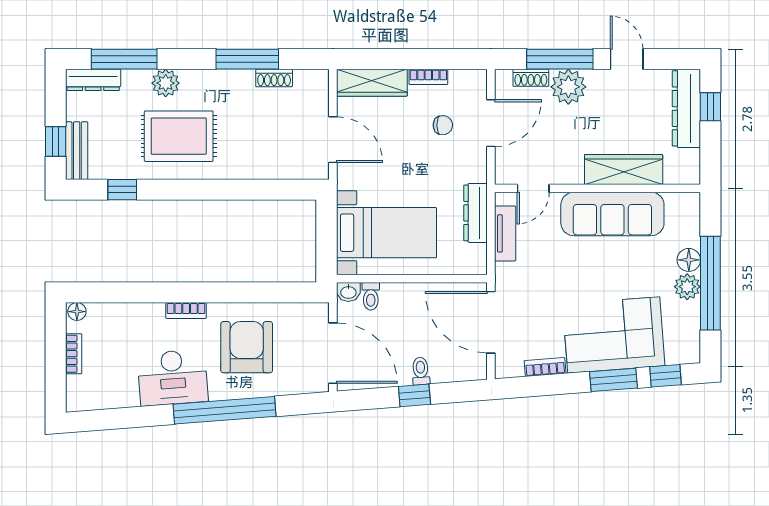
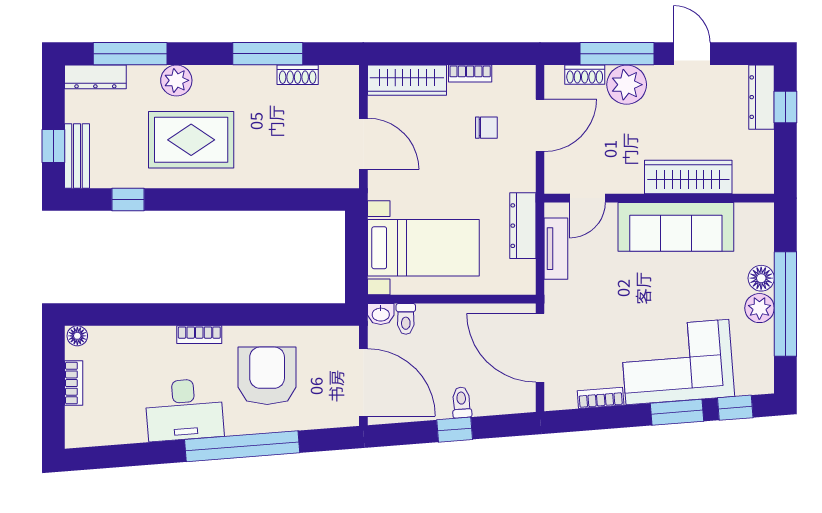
dresser: (686, 108) -> (762, 97), width x0.73, depth x0.80

